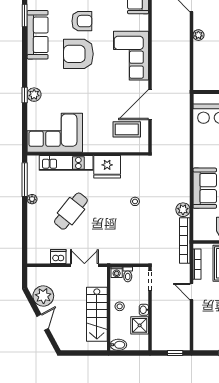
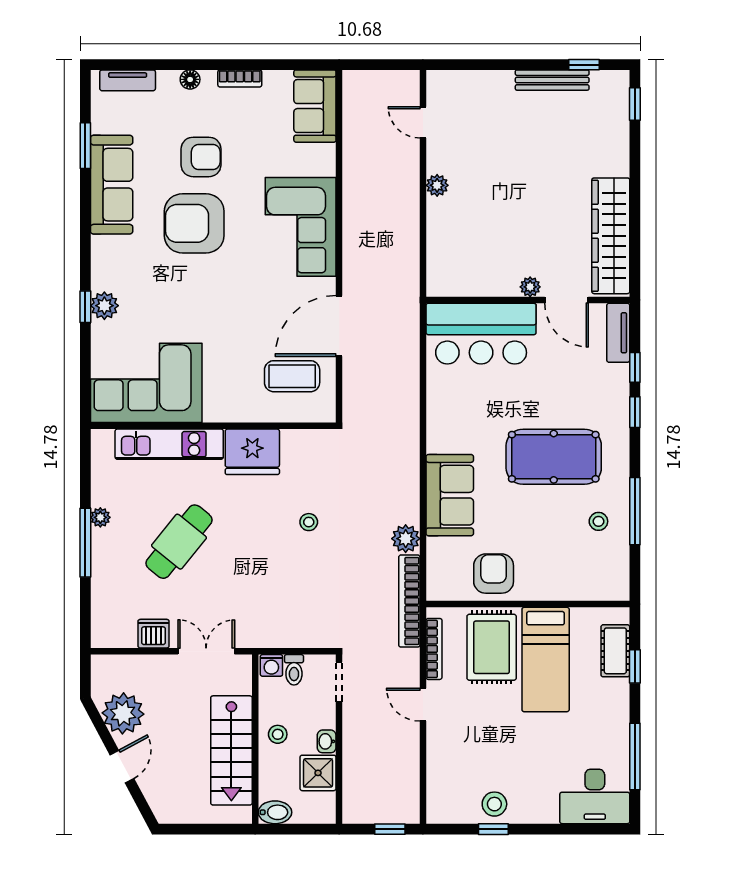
window: (25, 180) -> (85, 543), moved

